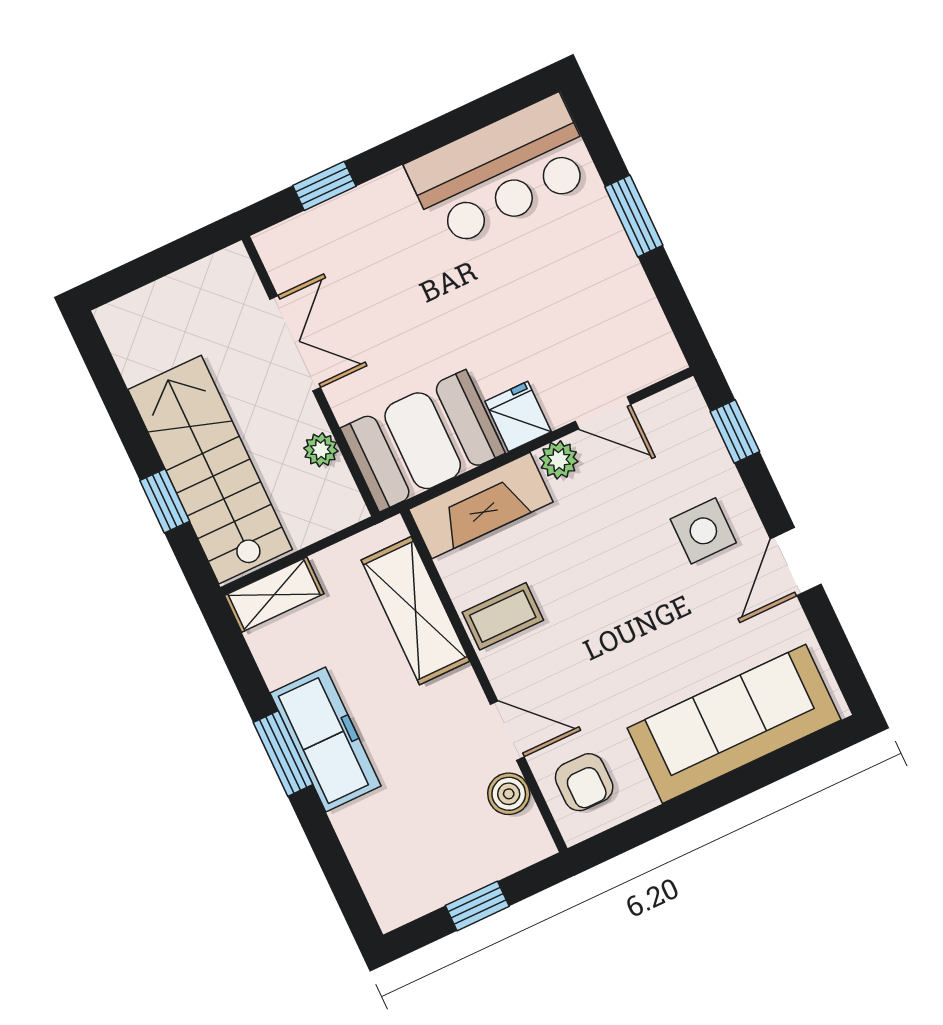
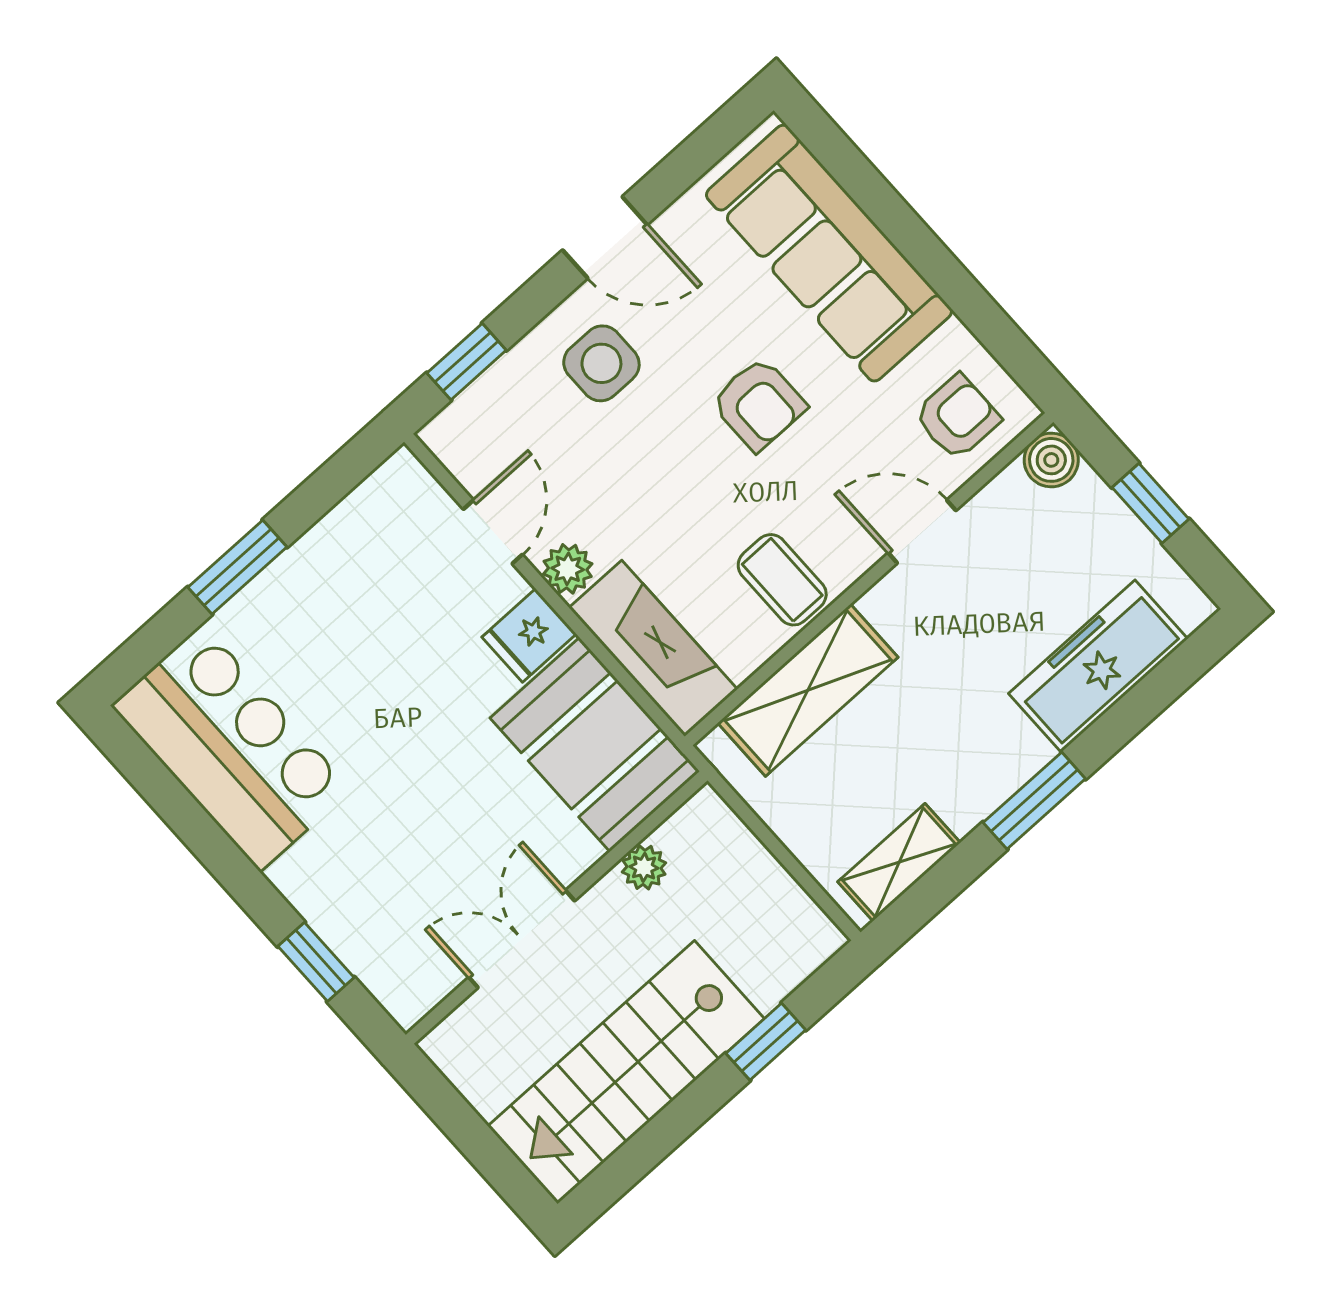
stairs: (210, 470) -> (626, 1072), moved
shelving: (274, 595) -> (899, 862), moved, turned 90
armchair: (638, 638) -> (759, 404), added
door: (507, 731) -> (922, 532), hinge flipped
freezer: (326, 740) -> (1098, 666), moved
boiler: (509, 794) -> (1051, 460), moved

